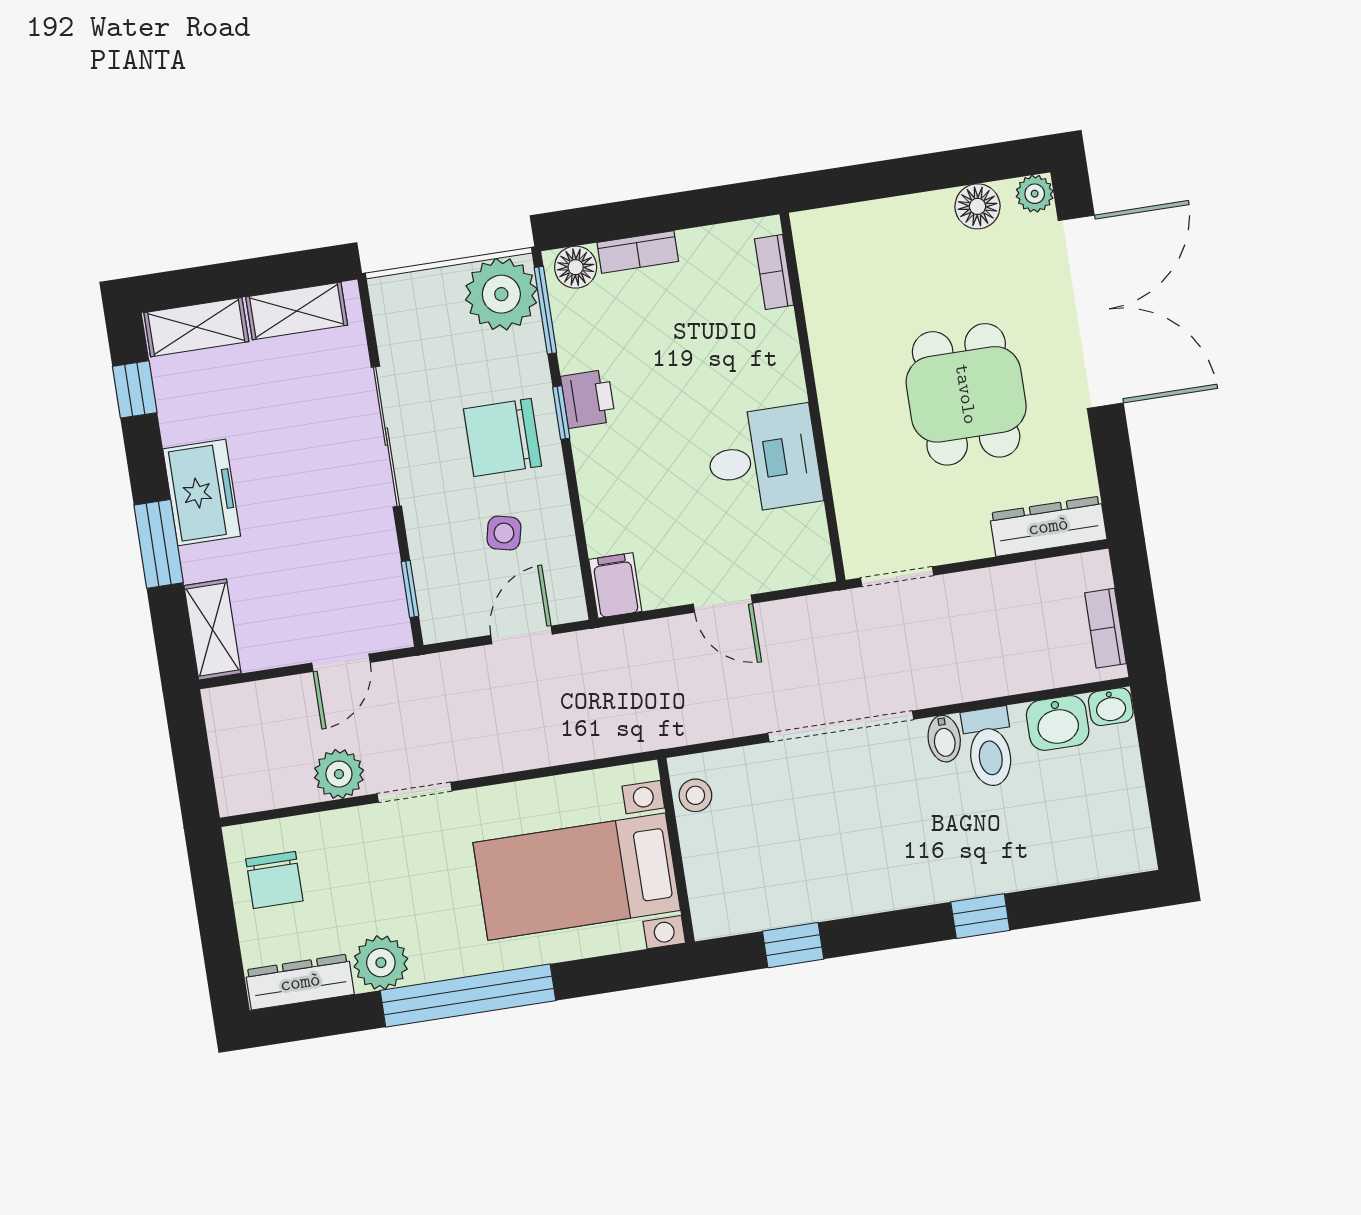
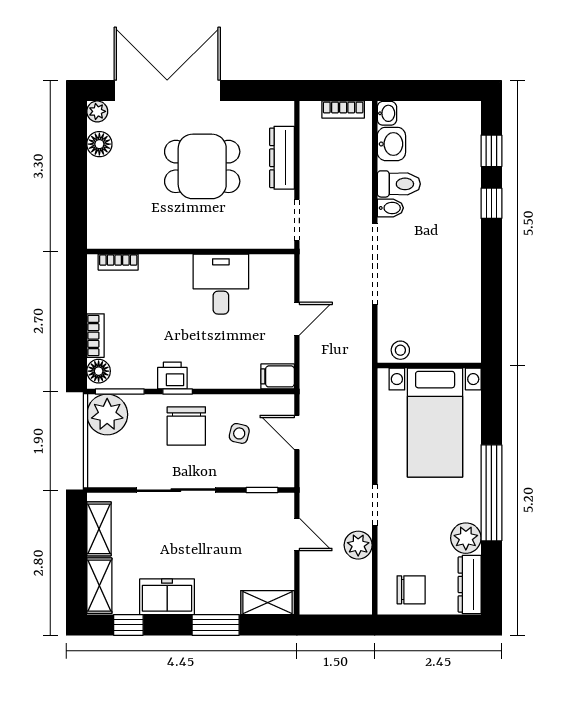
freezer: (202, 492) -> (167, 597), moved
dresser: (1048, 526) -> (282, 158), moved
window: (793, 945) -> (491, 151), moved

